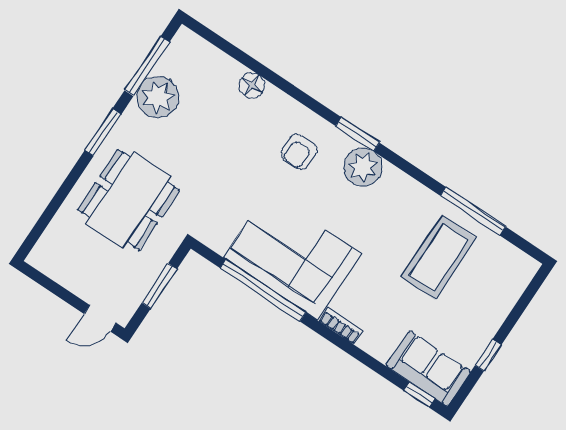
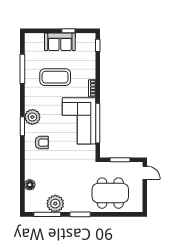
floor lamp: (252, 85) -> (30, 185), moved
dining table: (129, 200) -> (110, 193), moved
coffee table: (439, 258) -> (55, 77), moved
sofa: (428, 369) -> (60, 42), moved, turned -90

